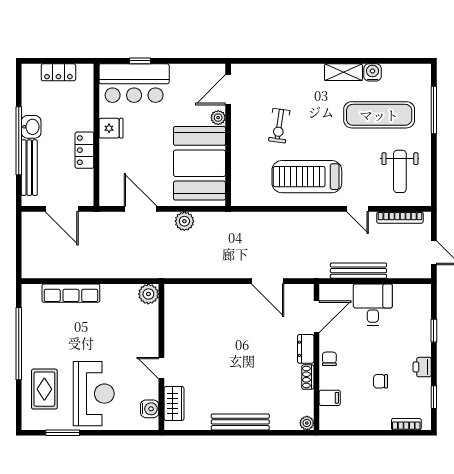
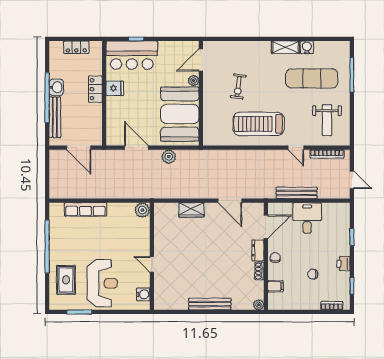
locker: (84, 150) -> (95, 89), moved
wardrobe: (174, 404) -> (191, 210), moved, turned 90

